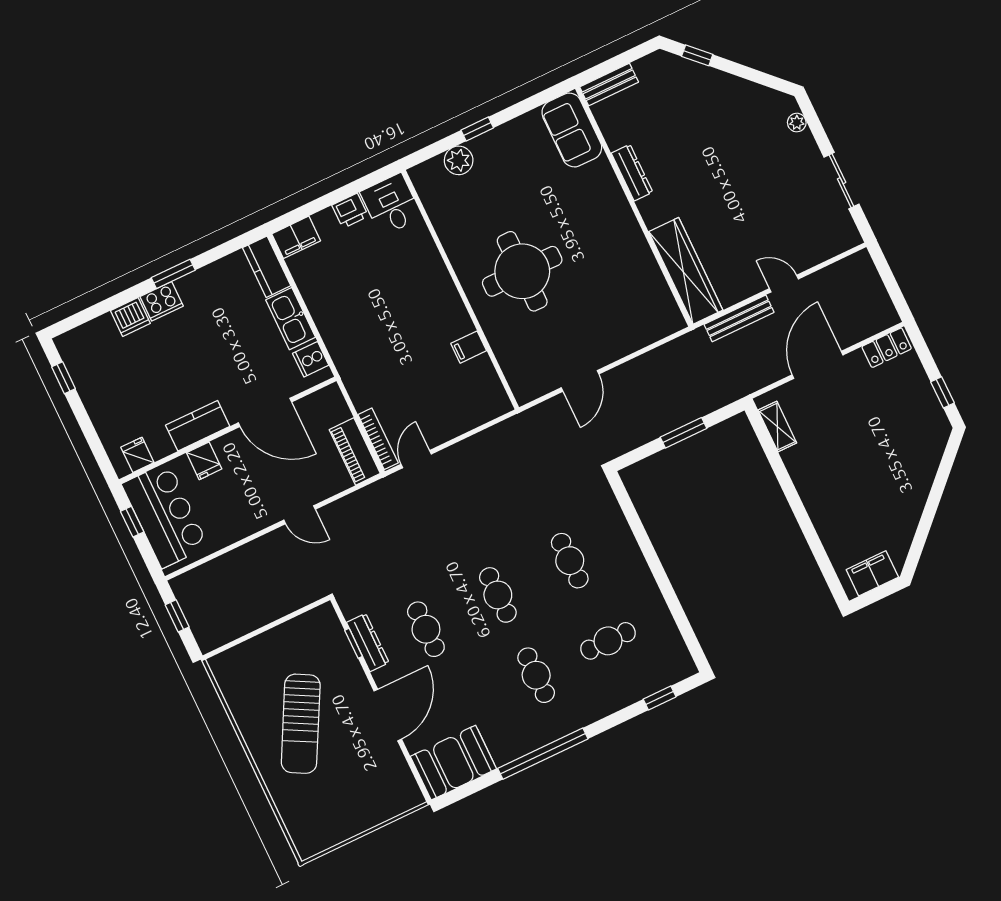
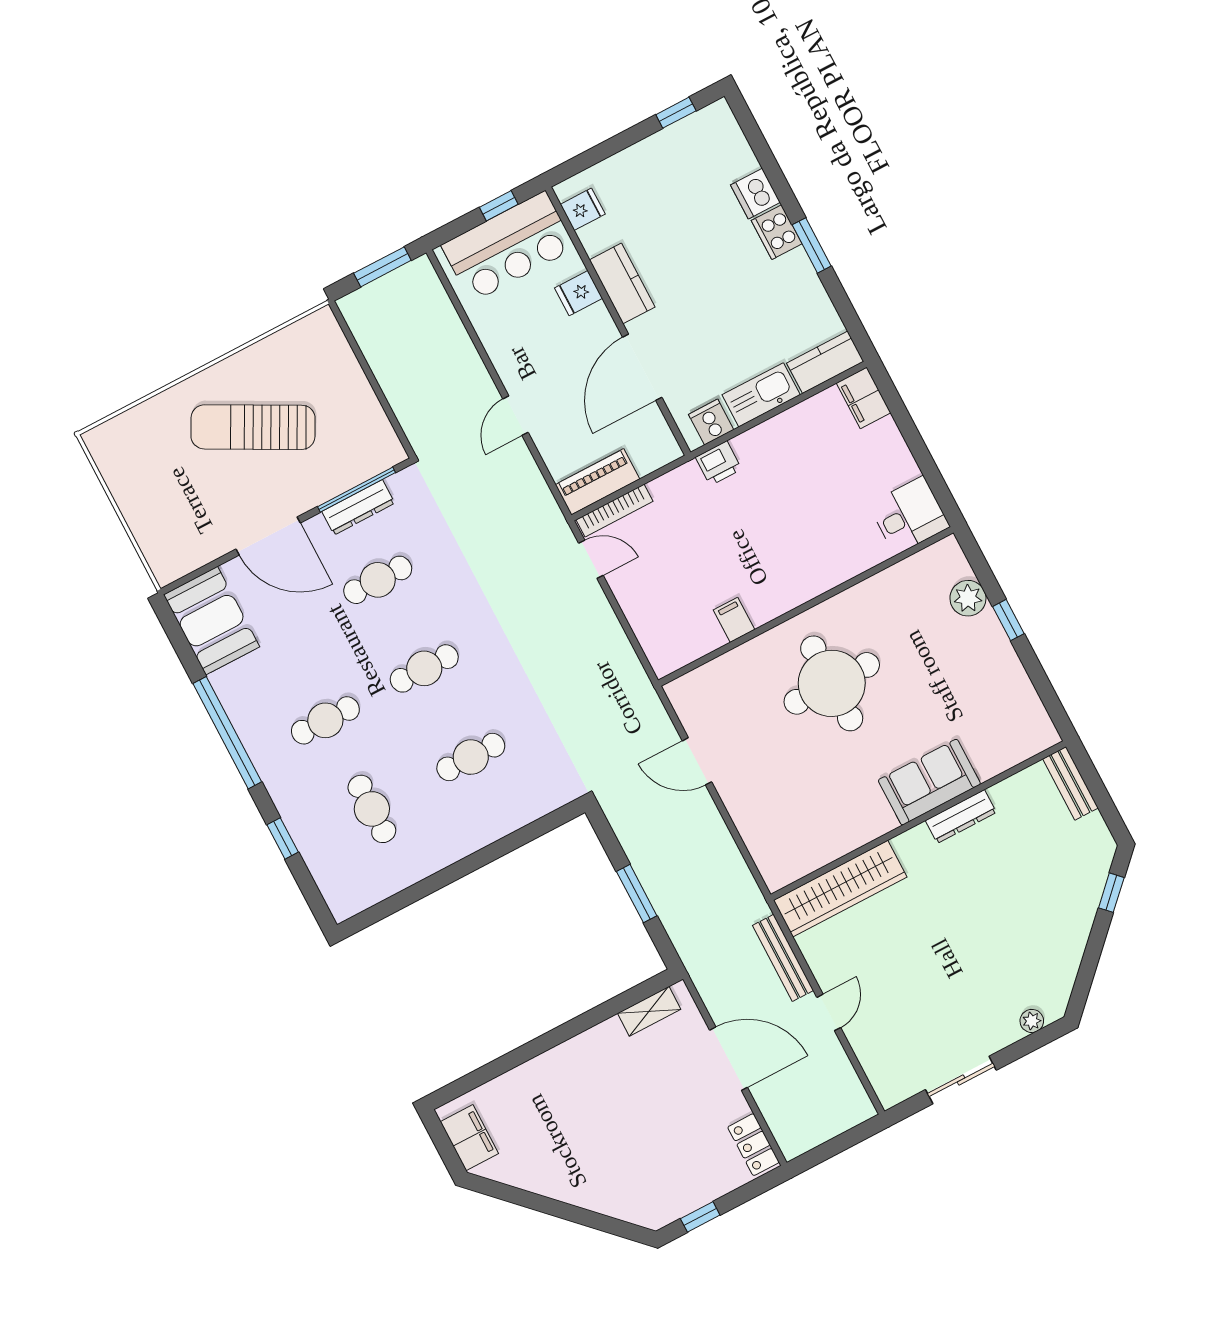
sofa: (572, 130) -> (929, 782), moved
printer: (350, 211) -> (718, 463), moved, turned -90
window: (177, 616) -> (382, 267), width x1.50
window: (354, 643) -> (357, 490), width x2.17
window: (660, 698) -> (283, 838), moved

